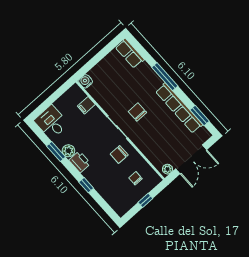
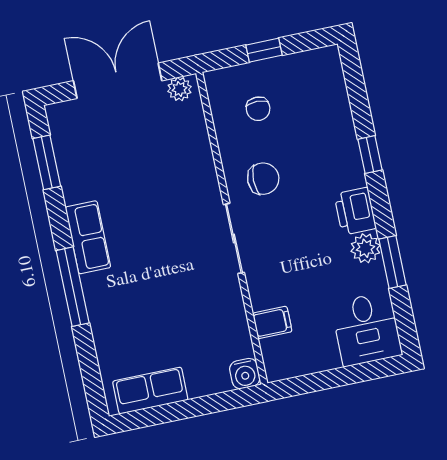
row of seats: (130, 53) -> (150, 391), moved, turned -90
row of seats: (179, 108) -> (88, 237), width x0.50
chair: (137, 112) -> (173, 246), removed

